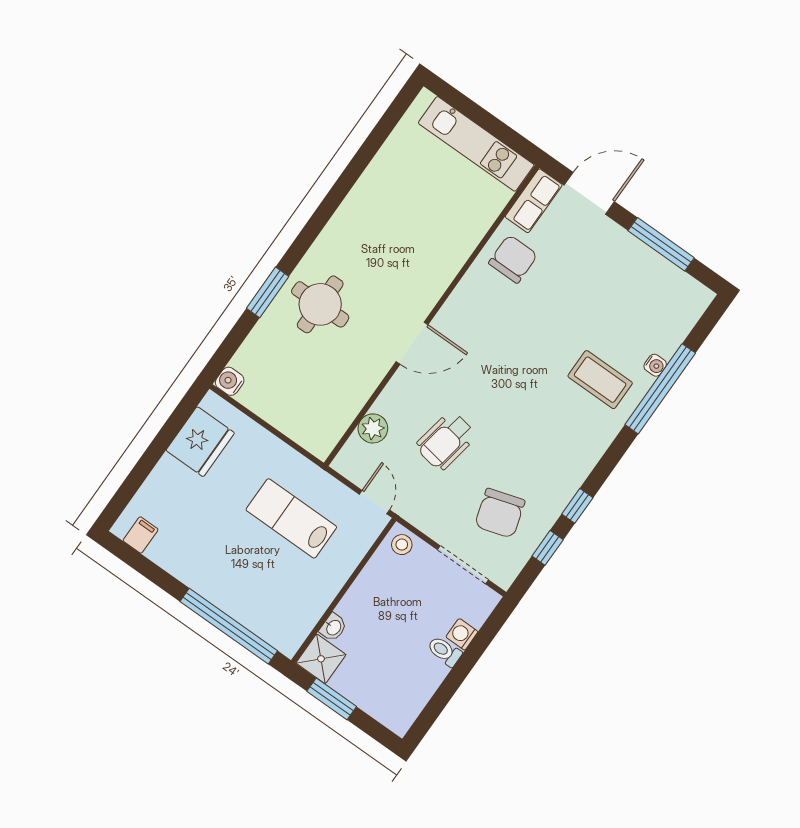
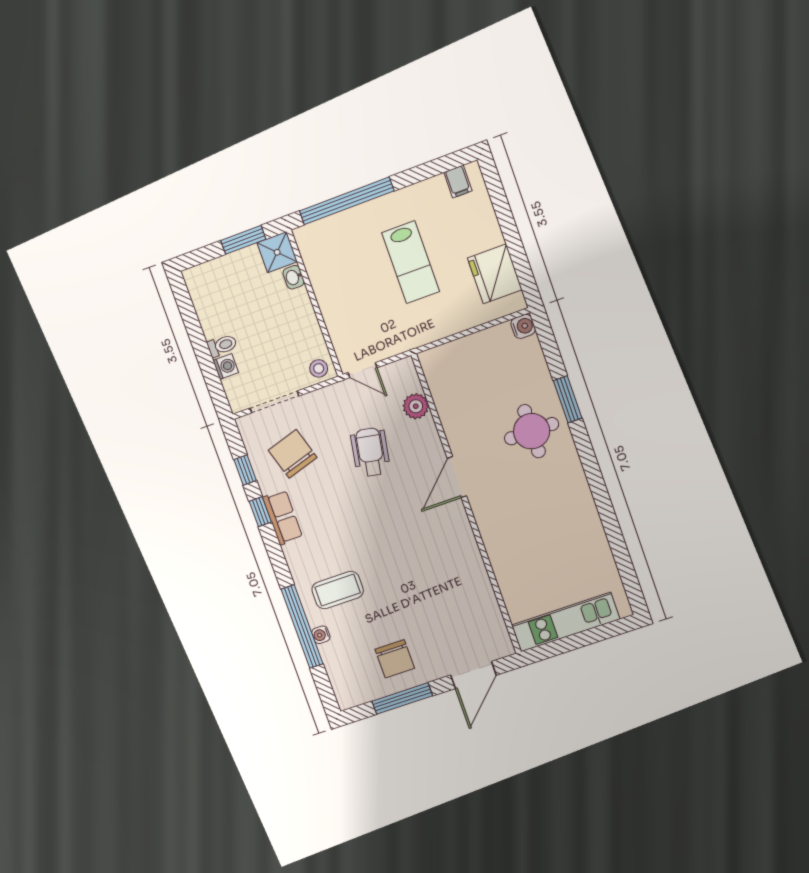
row of seats: (534, 201) -> (283, 517), moved, turned 180
chair: (513, 259) -> (395, 659), moved
lab bench: (291, 518) -> (411, 262), moved, turned 90

